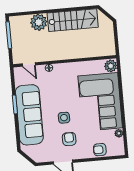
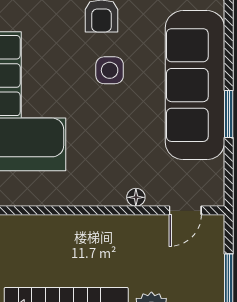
door: (29, 64) -> (185, 210), swing flipped

